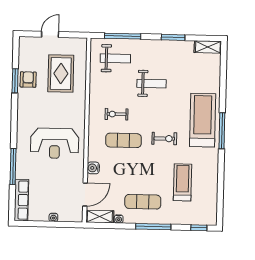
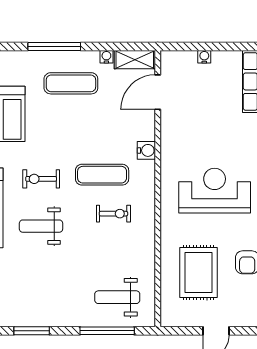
weight bench: (152, 84) -> (41, 226), moved
reception desk: (55, 143) -> (215, 191), moved
water cooler: (93, 168) -> (146, 150), moved

